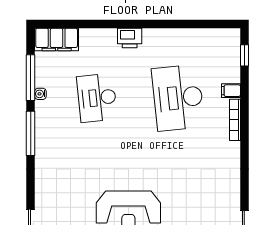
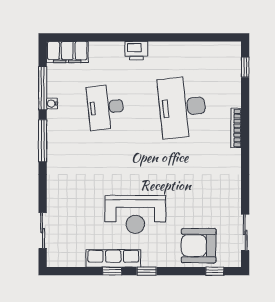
filing cabinet: (231, 91) -> (232, 100), removed

